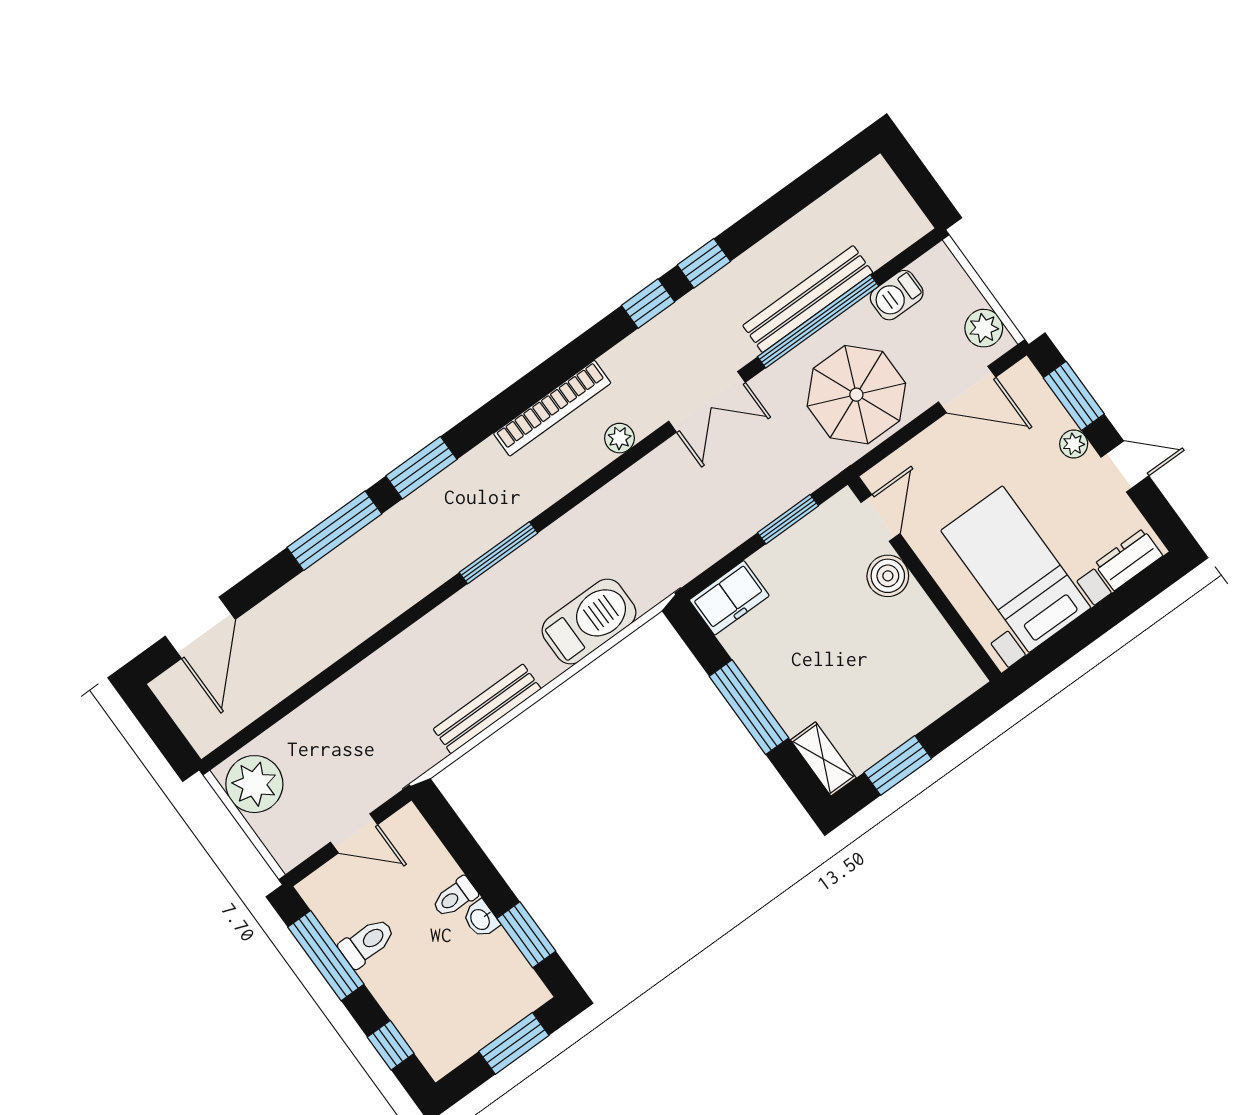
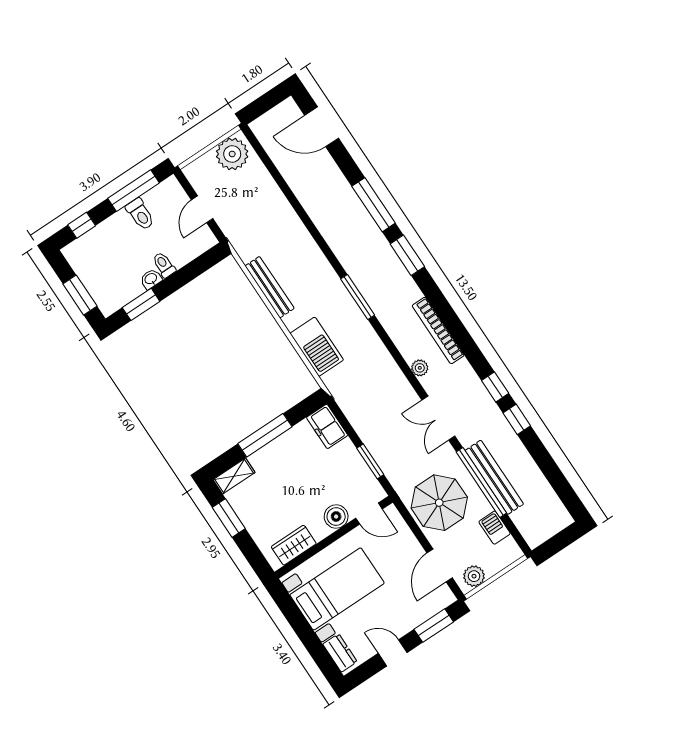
plant: (1074, 444) -> (407, 624), removed
door: (1125, 467) -> (393, 653), swing flipped
wardrobe: (941, 649) -> (294, 545), added

